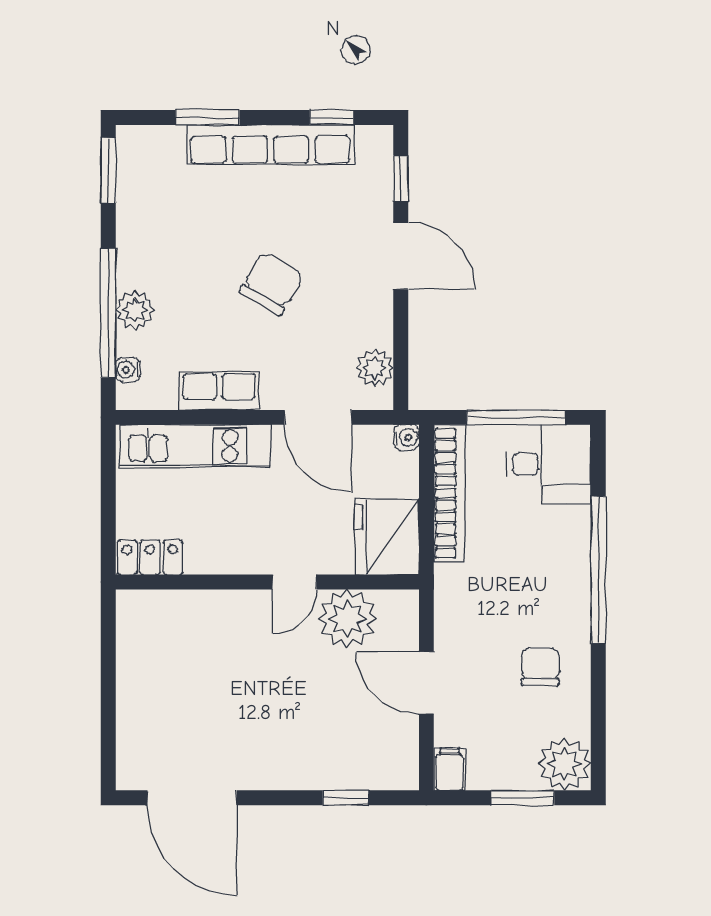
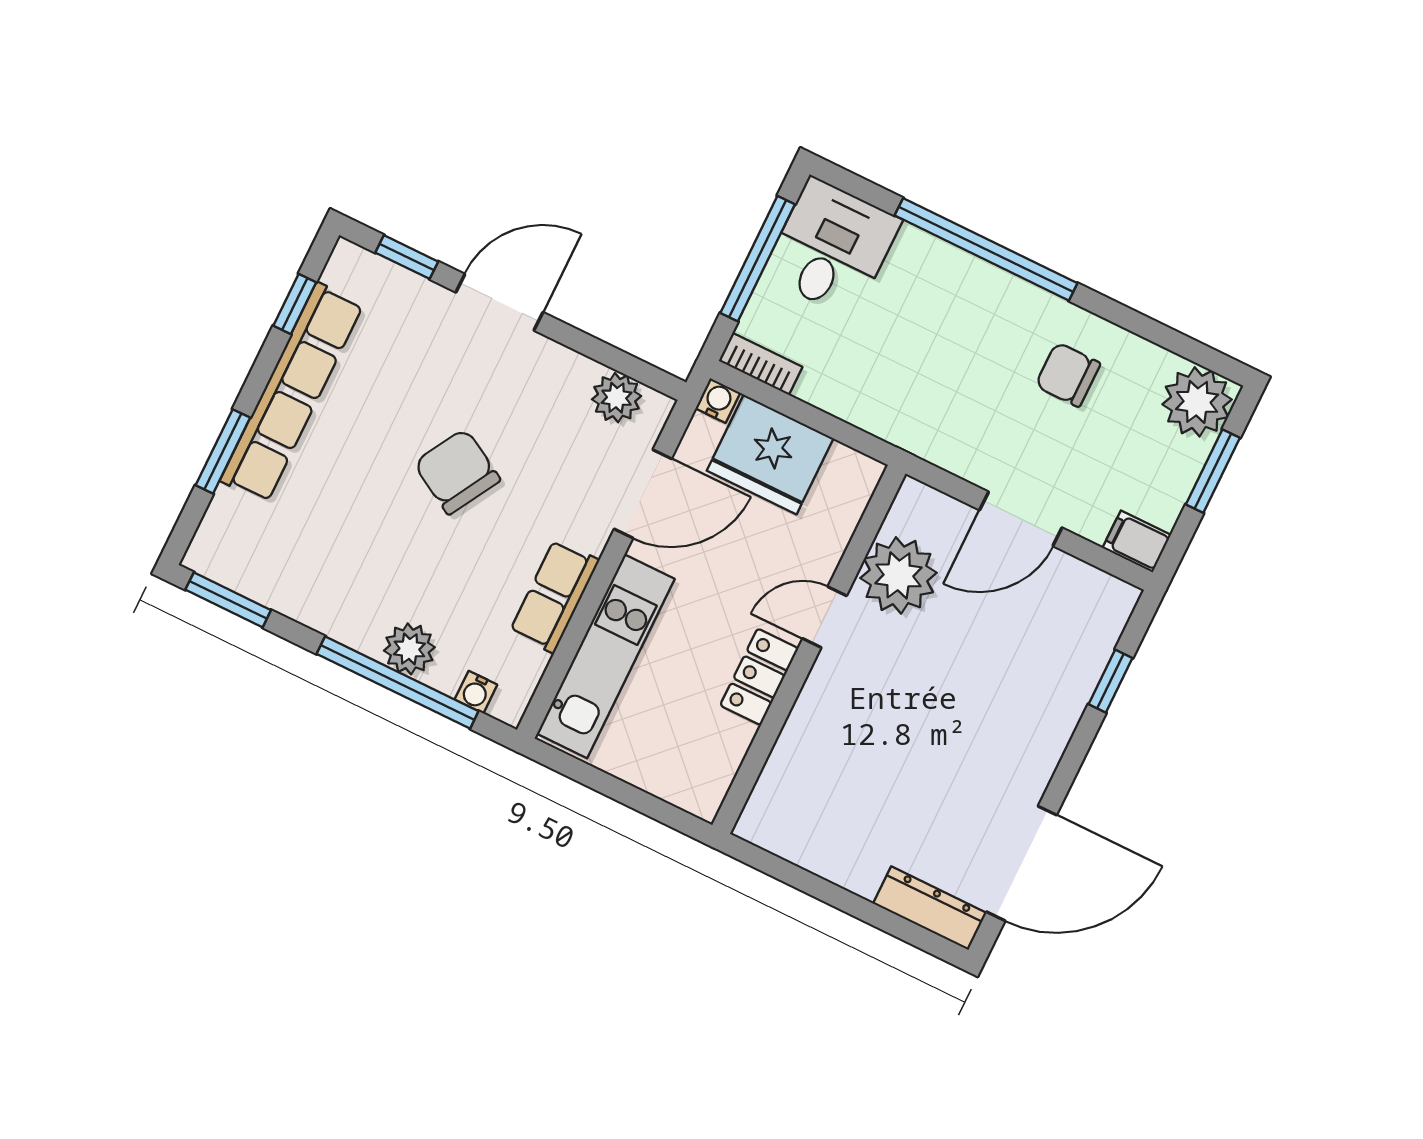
bookcase: (449, 493) -> (761, 364), width x0.43, depth x0.76
fridge: (387, 537) -> (770, 455), moved
locker: (150, 557) -> (759, 677), moved
door: (294, 582) -> (825, 617), swing flipped
dresser: (131, 750) -> (930, 908), added

